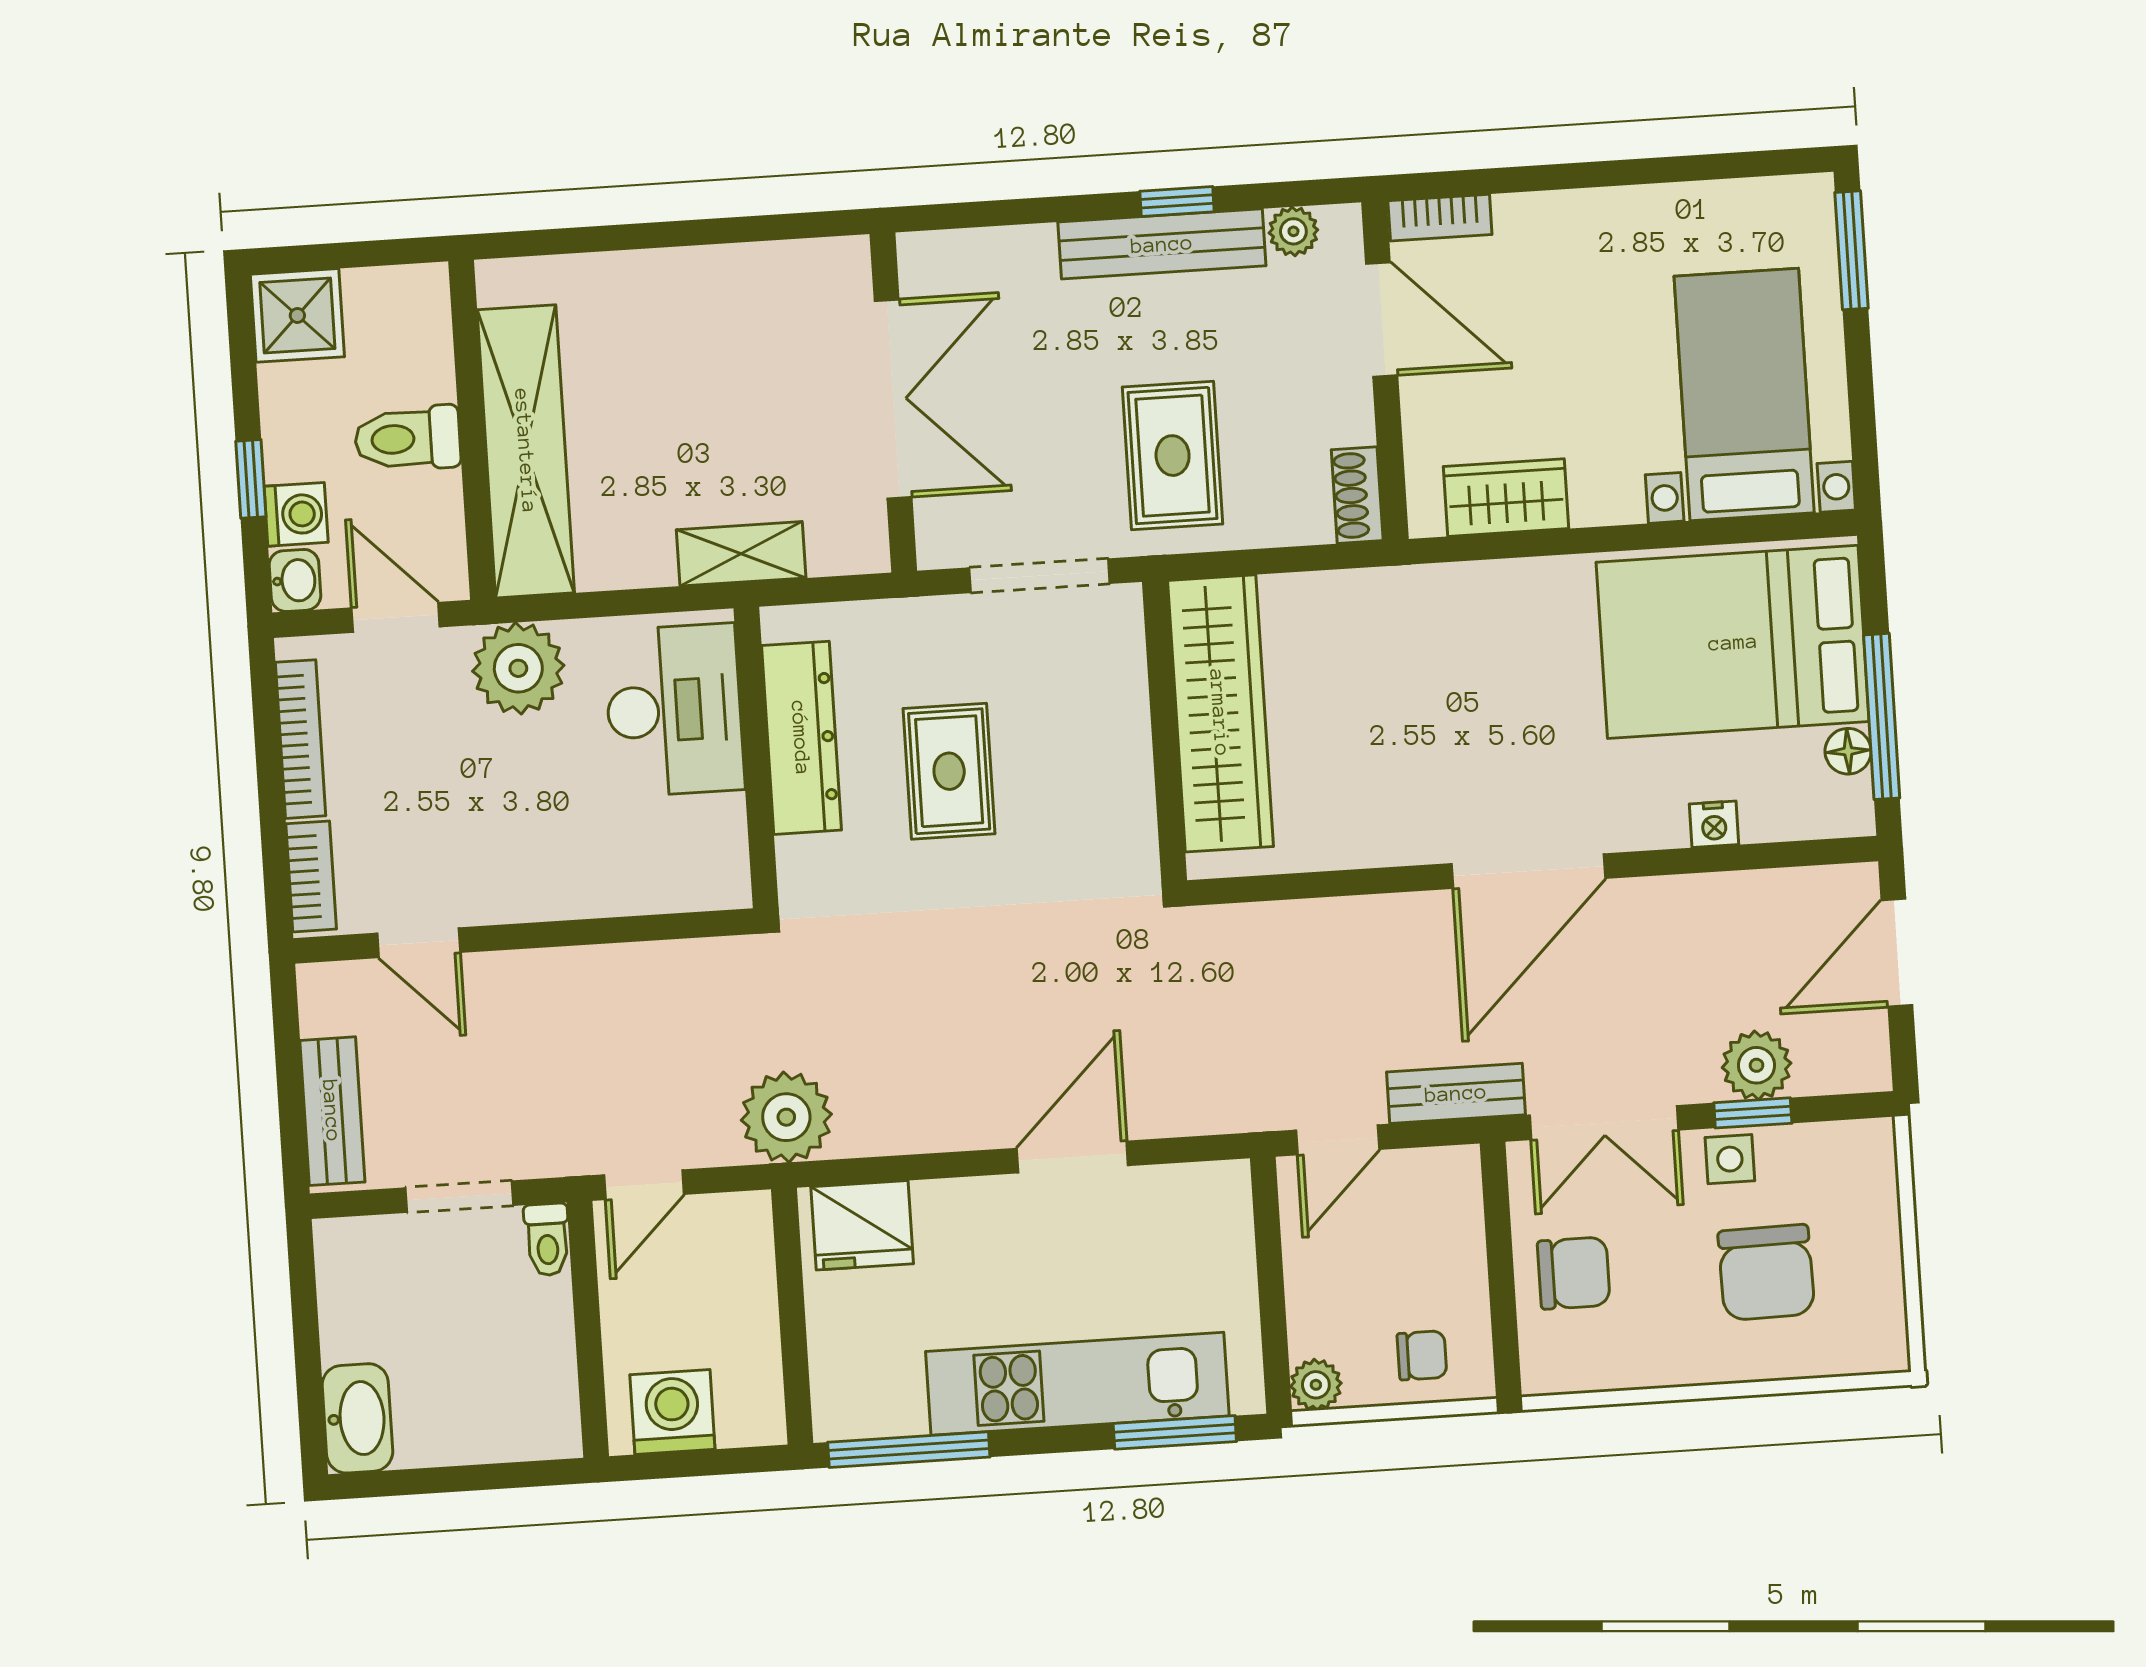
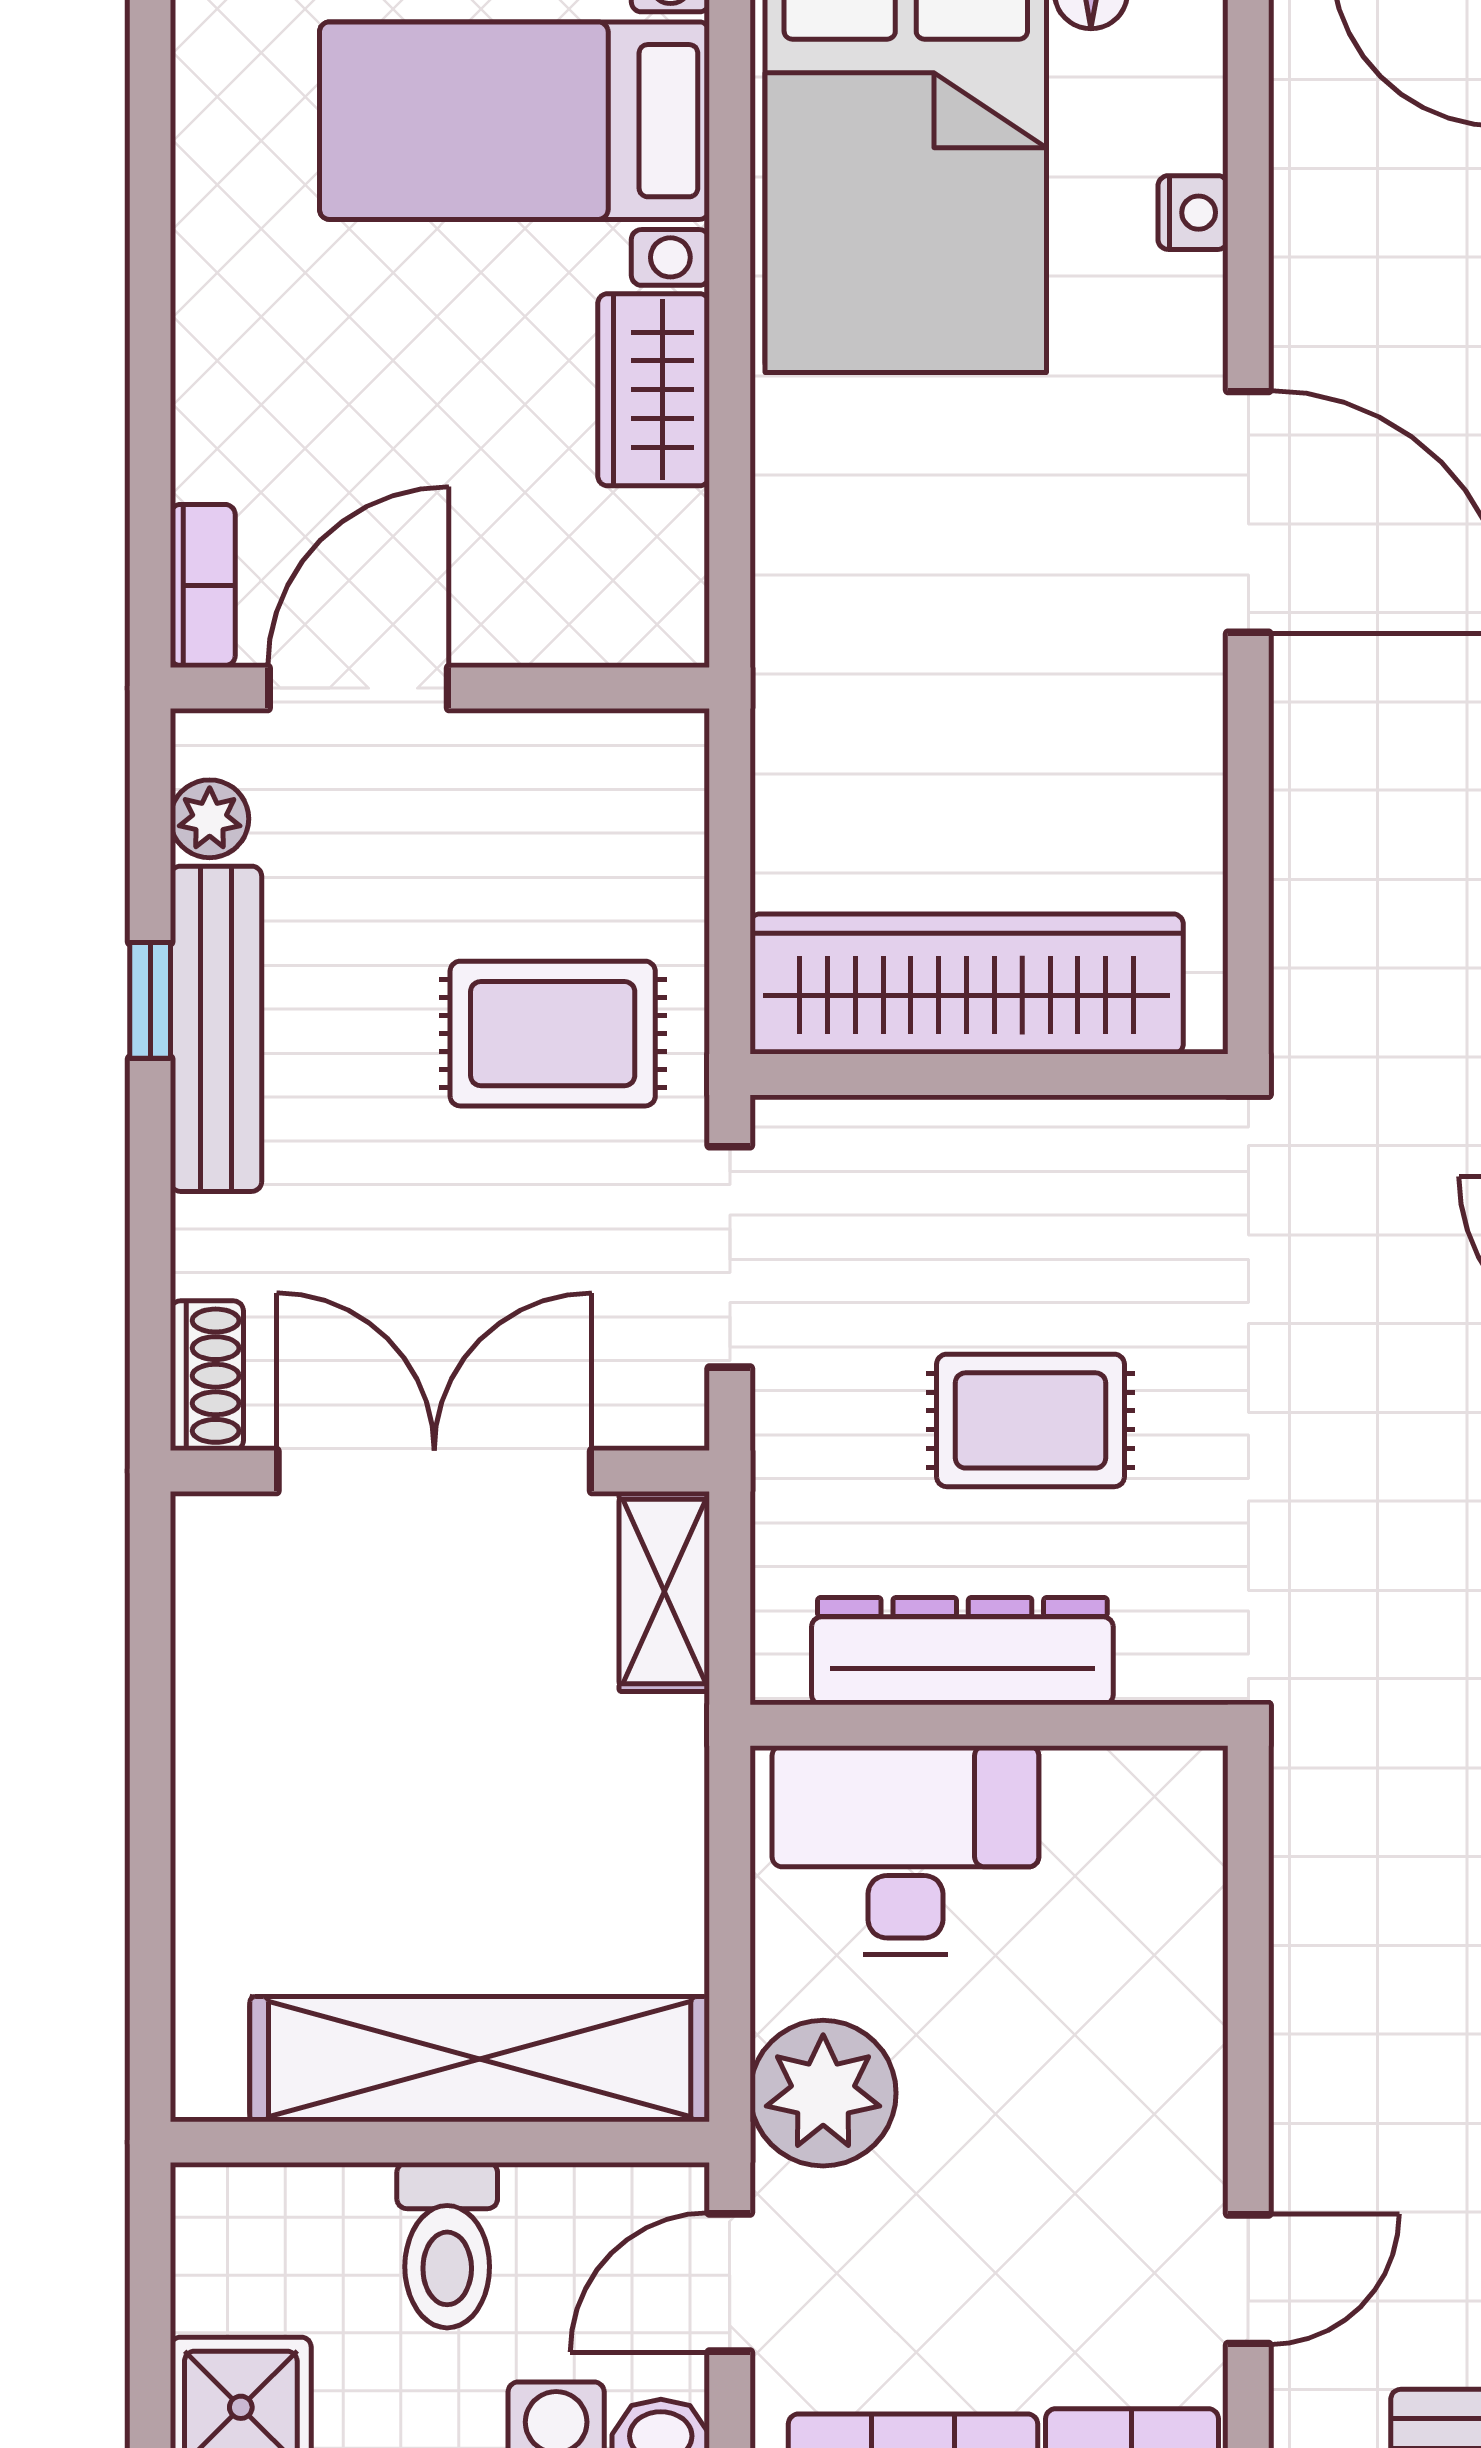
shoe rack: (1357, 495) -> (207, 1376), moved, turned -90
wardrobe: (1506, 498) -> (654, 390), moved
shelving: (741, 554) -> (664, 1592), moved

